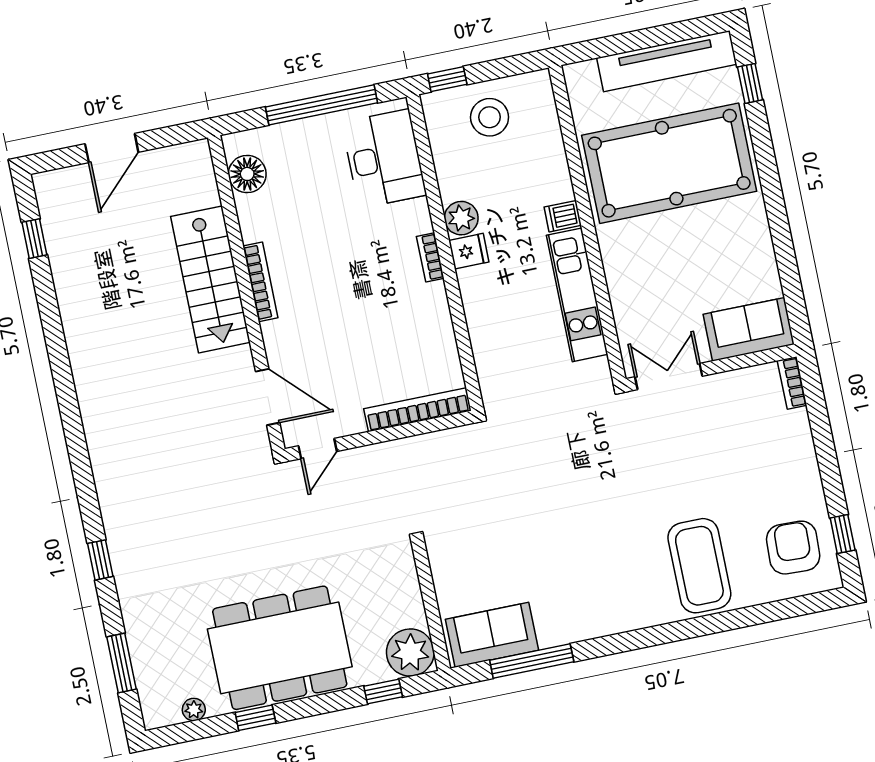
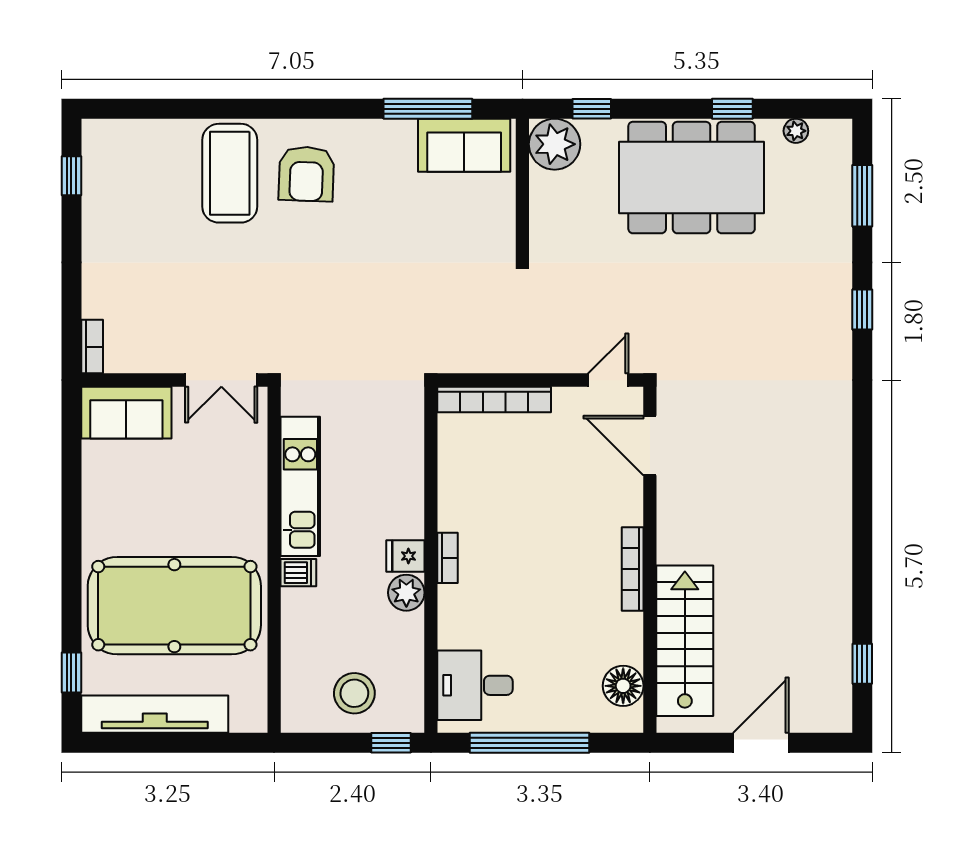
desk: (384, 159) -> (475, 685), width x0.73
stairs: (210, 279) -> (685, 641), moved
armchair: (793, 548) -> (306, 174), moved

